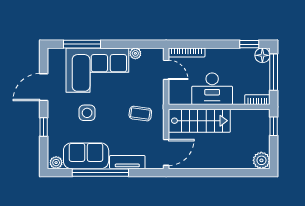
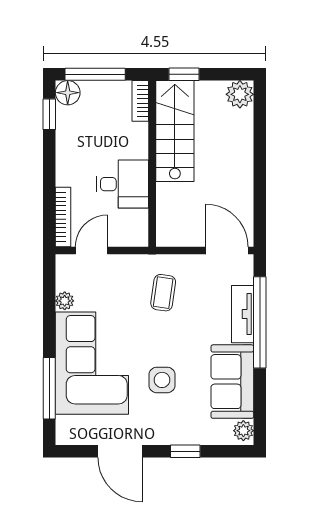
desk: (212, 89) -> (122, 184), width x0.73
stairs: (199, 121) -> (175, 131), moved
window: (100, 173) -> (260, 322), moved

